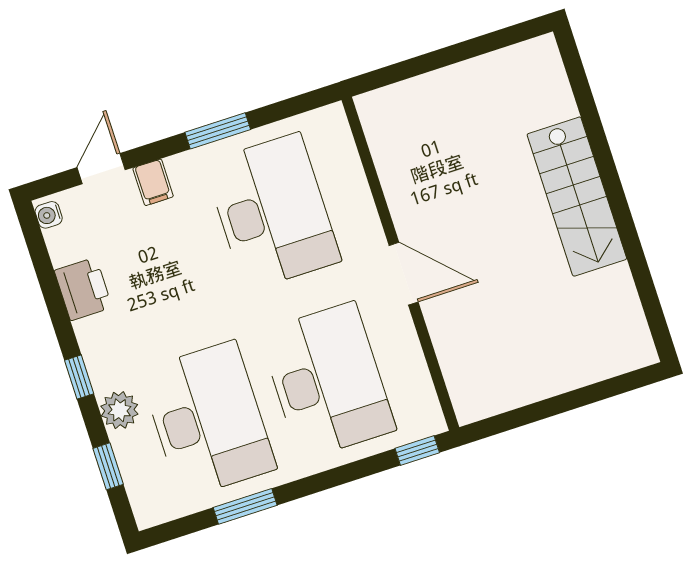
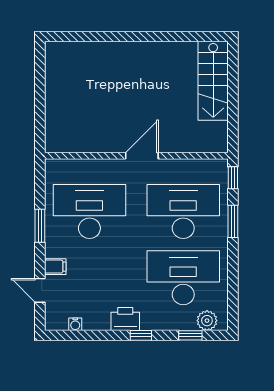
stairs: (577, 197) -> (213, 81), moved, turned 90
water cooler: (49, 215) -> (75, 324), moved
printer: (83, 289) -> (125, 319), moved
plant: (119, 410) -> (207, 321), moved
window: (245, 506) -> (233, 221), moved

